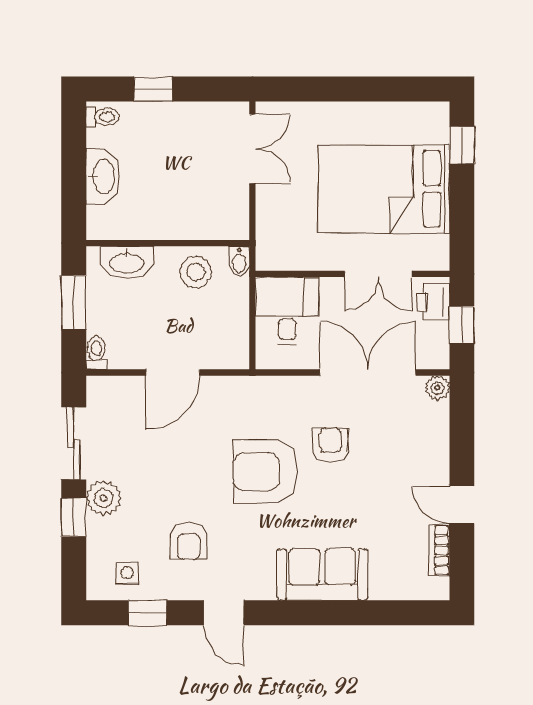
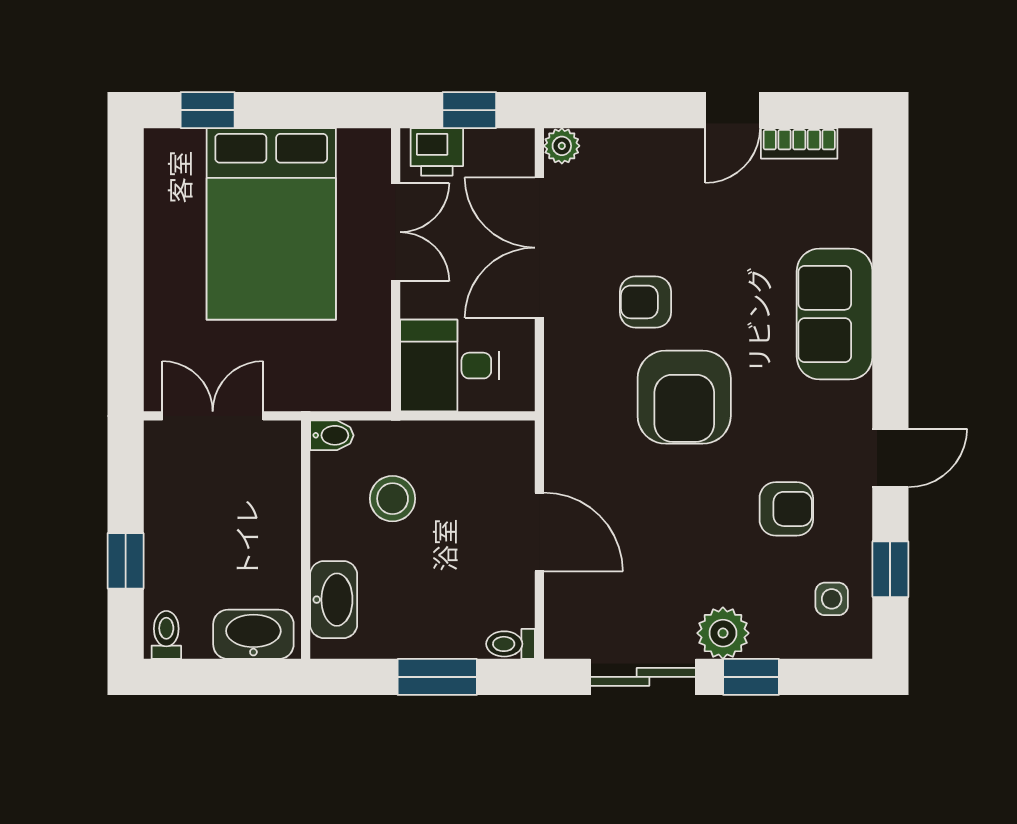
wall: (168, 243) -> (306, 540), moved
bidet: (239, 261) -> (332, 435), moved
washbasin: (127, 262) -> (334, 600), moved

